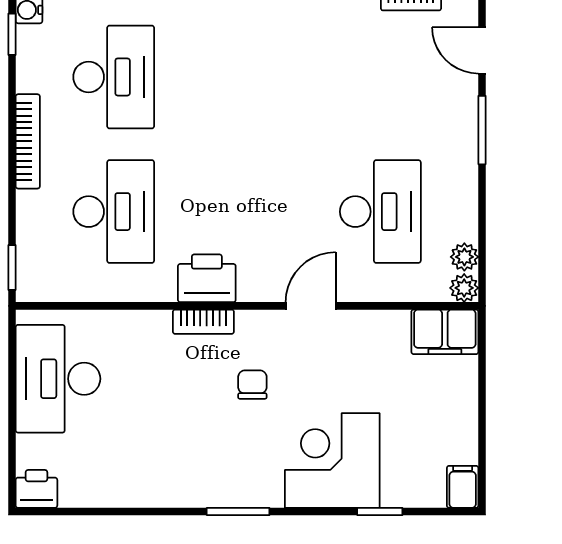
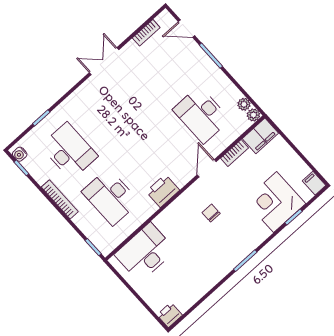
desk: (114, 212) -> (111, 197), turned 180
desk: (380, 212) -> (201, 115), turned 180
bookcase: (203, 322) -> (234, 153), moved
desk: (58, 379) -> (145, 252), moved, turned 90
corner desk: (332, 460) -> (275, 202), moved

